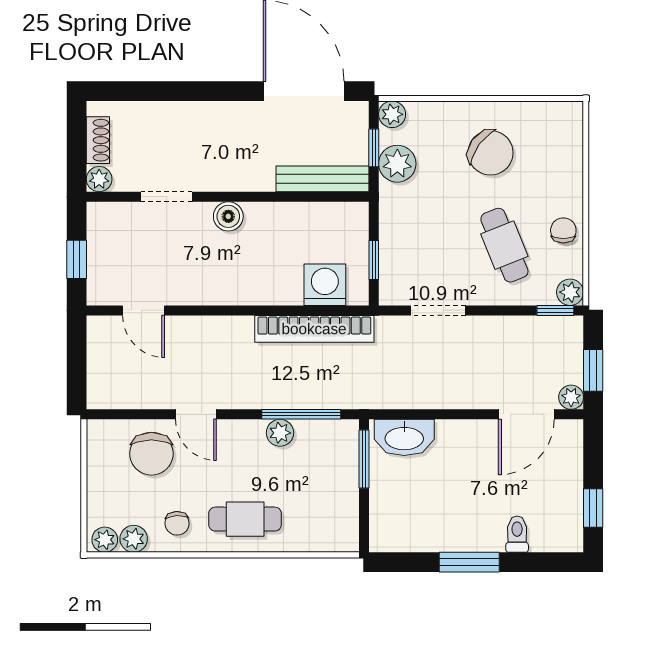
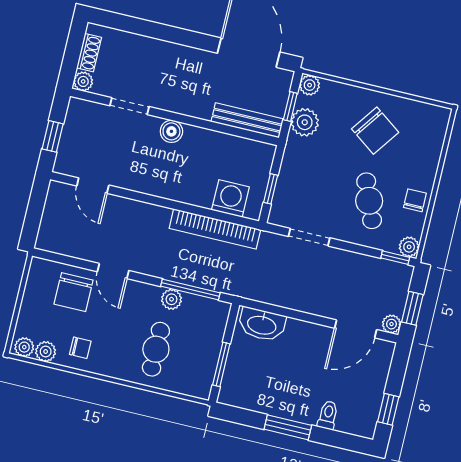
window: (364, 459) -> (221, 364), moved
cafe table: (245, 519) -> (156, 349), moved, turned 90
chair: (177, 523) -> (80, 348), turned -87

